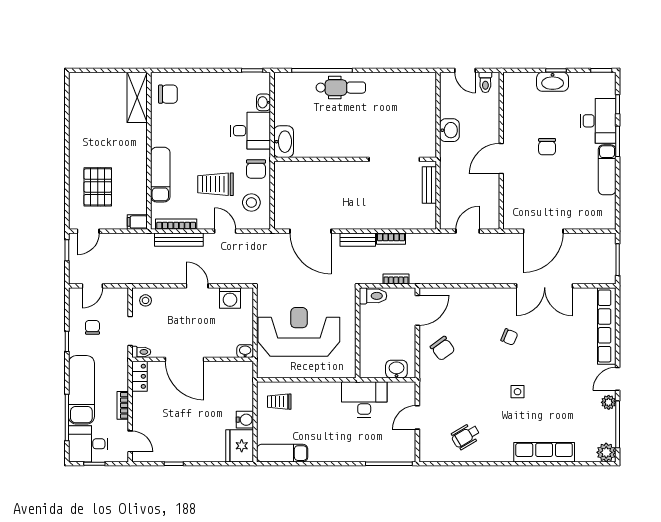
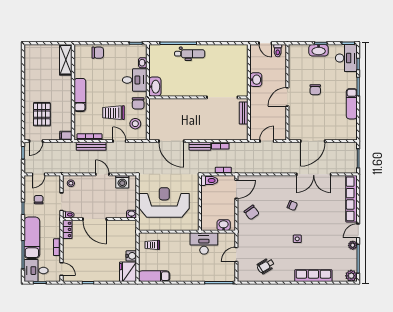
chair: (168, 94) -> (98, 53), moved
desk: (598, 121) -> (346, 58), moved
exam couch: (160, 175) -> (80, 95), moved

